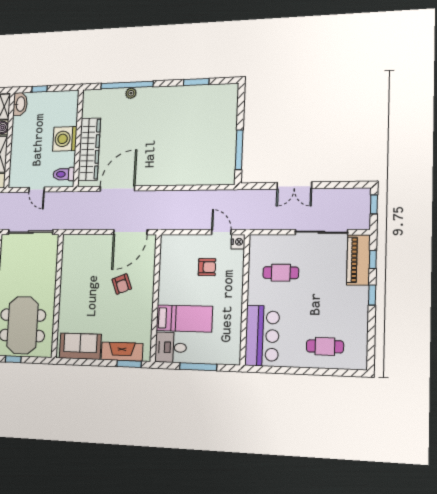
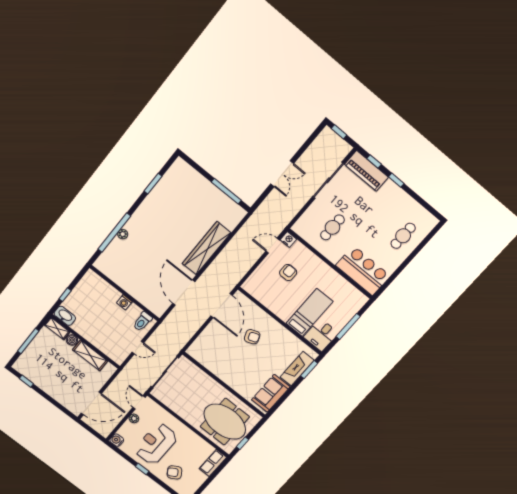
washing machine: (65, 139) -> (124, 302), width x0.53, depth x0.53
wardrobe: (89, 149) -> (206, 248), moved, turned -90

